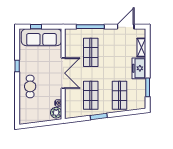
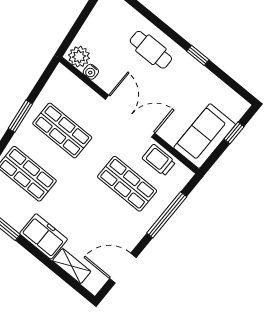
door: (126, 27) -> (123, 268), swing flipped
sofa: (41, 37) -> (205, 136), width x0.73
trolley: (71, 47) -> (159, 160), added
double door: (63, 73) -> (130, 116), swing flipped

